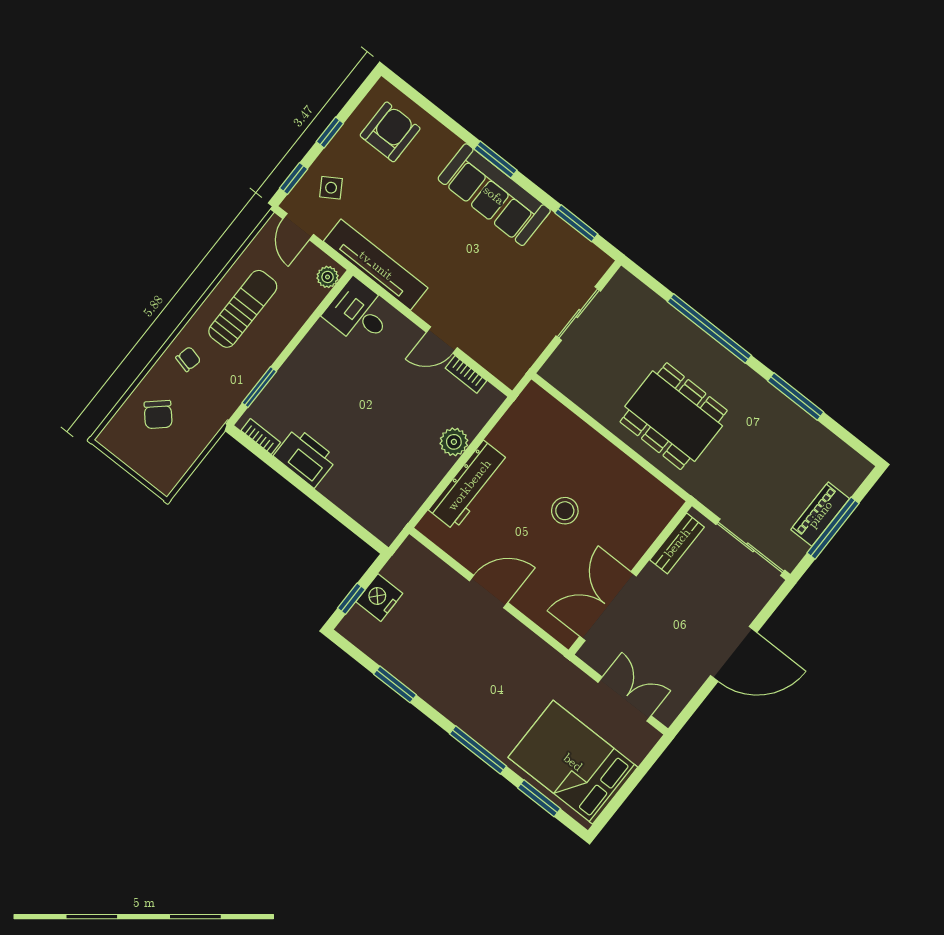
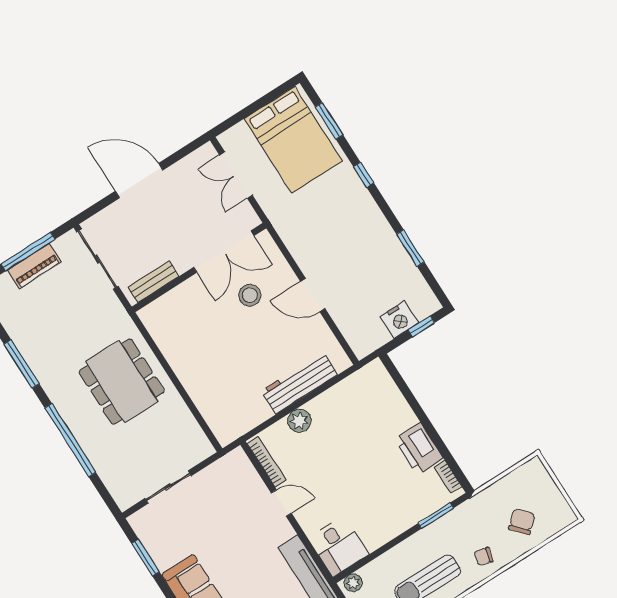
bookcase: (466, 374) -> (267, 462), width x1.56
stool: (565, 511) -> (250, 295), moved
window: (478, 750) -> (364, 175), width x0.46

